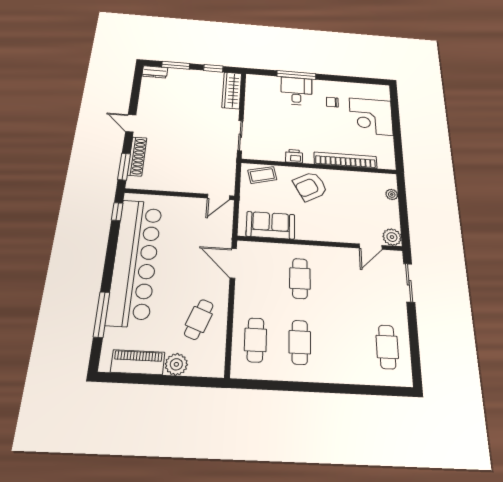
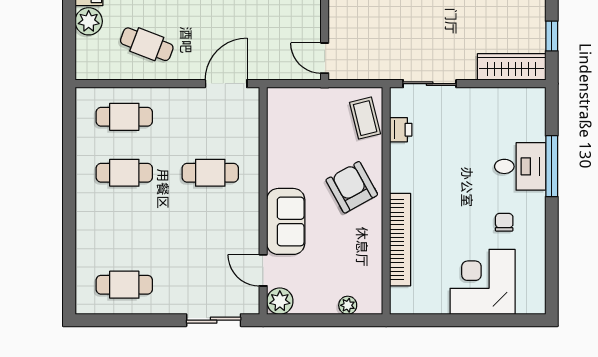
printer: (294, 156) -> (401, 130), moved
sofa: (271, 225) -> (286, 221), moved

